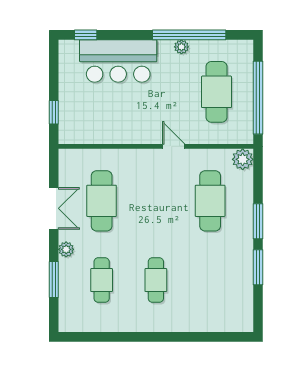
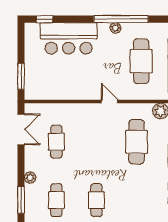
window: (54, 112) -> (21, 76), width x1.50
cafe table: (102, 201) -> (56, 142), width x0.73, depth x0.74
double door: (54, 208) -> (21, 129), moved

